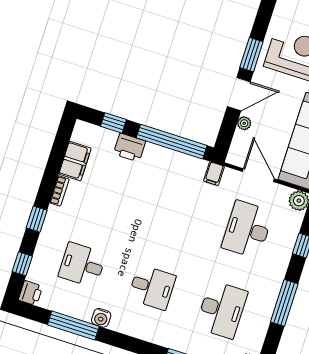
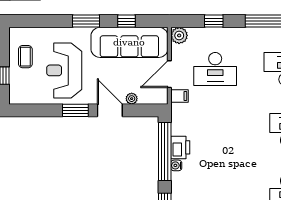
printer: (130, 148) -> (180, 147), moved
water cooler: (152, 150) -> (176, 165), added
filing cabinet: (214, 174) -> (179, 96), moved

